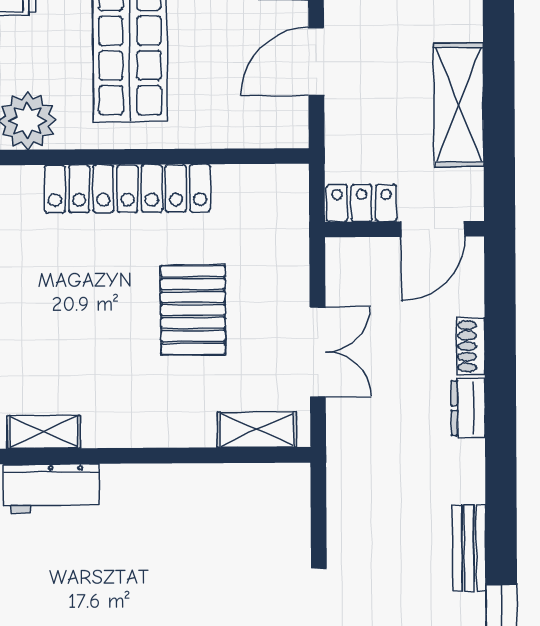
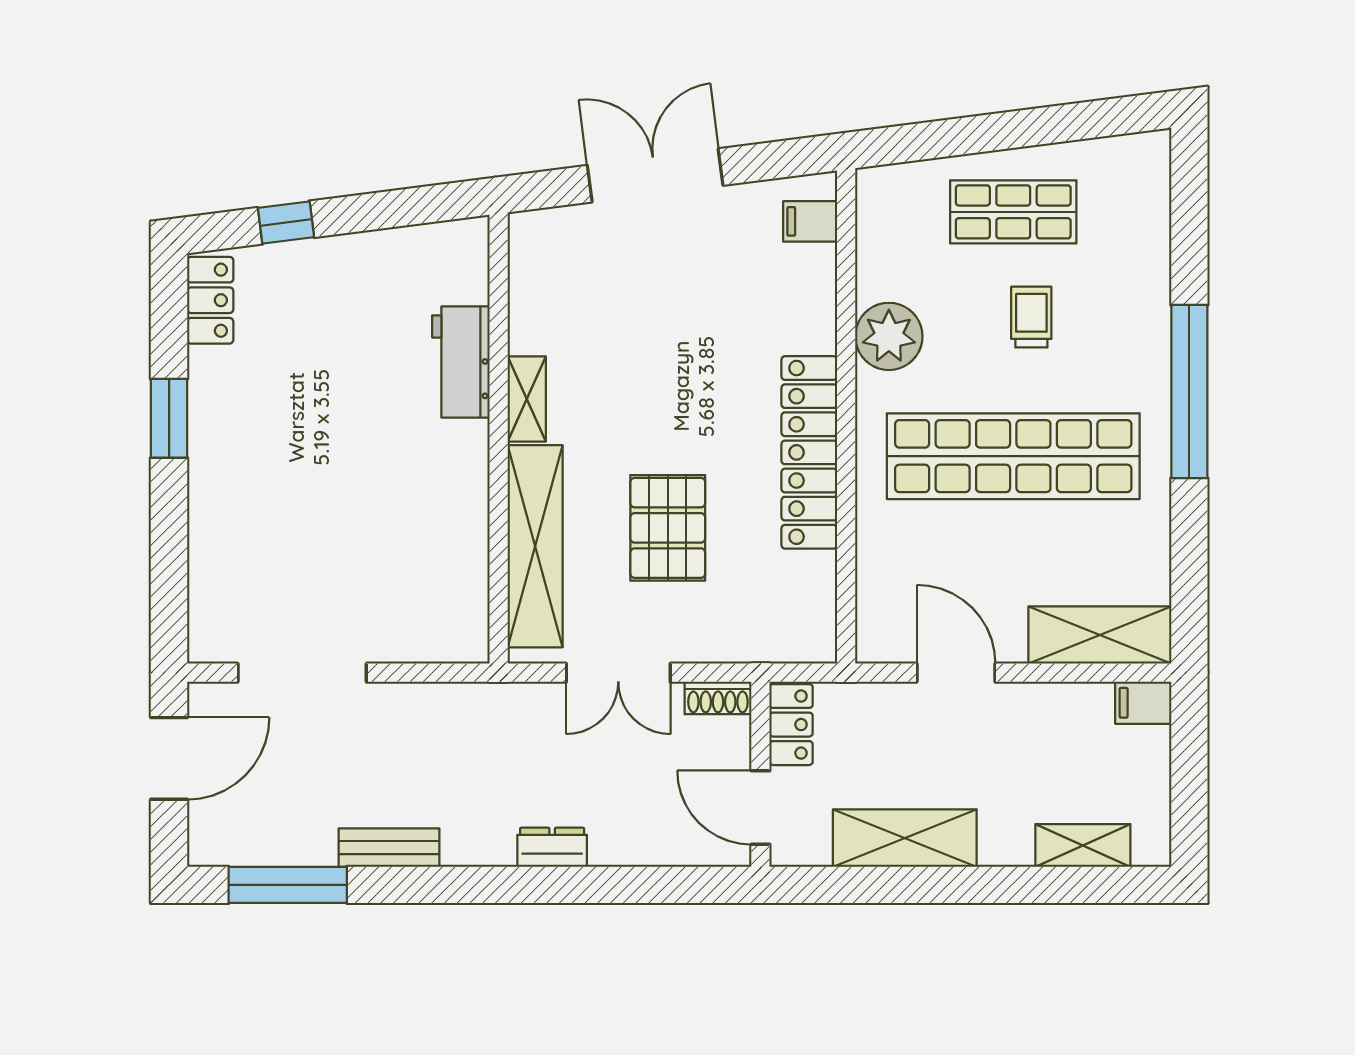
pallet: (193, 310) -> (668, 528), turned 90
shoe rack: (471, 346) -> (718, 698), moved, turned 180
shelving: (257, 430) -> (535, 546), width x2.20, depth x1.33
shelving: (44, 432) -> (527, 399), moved

